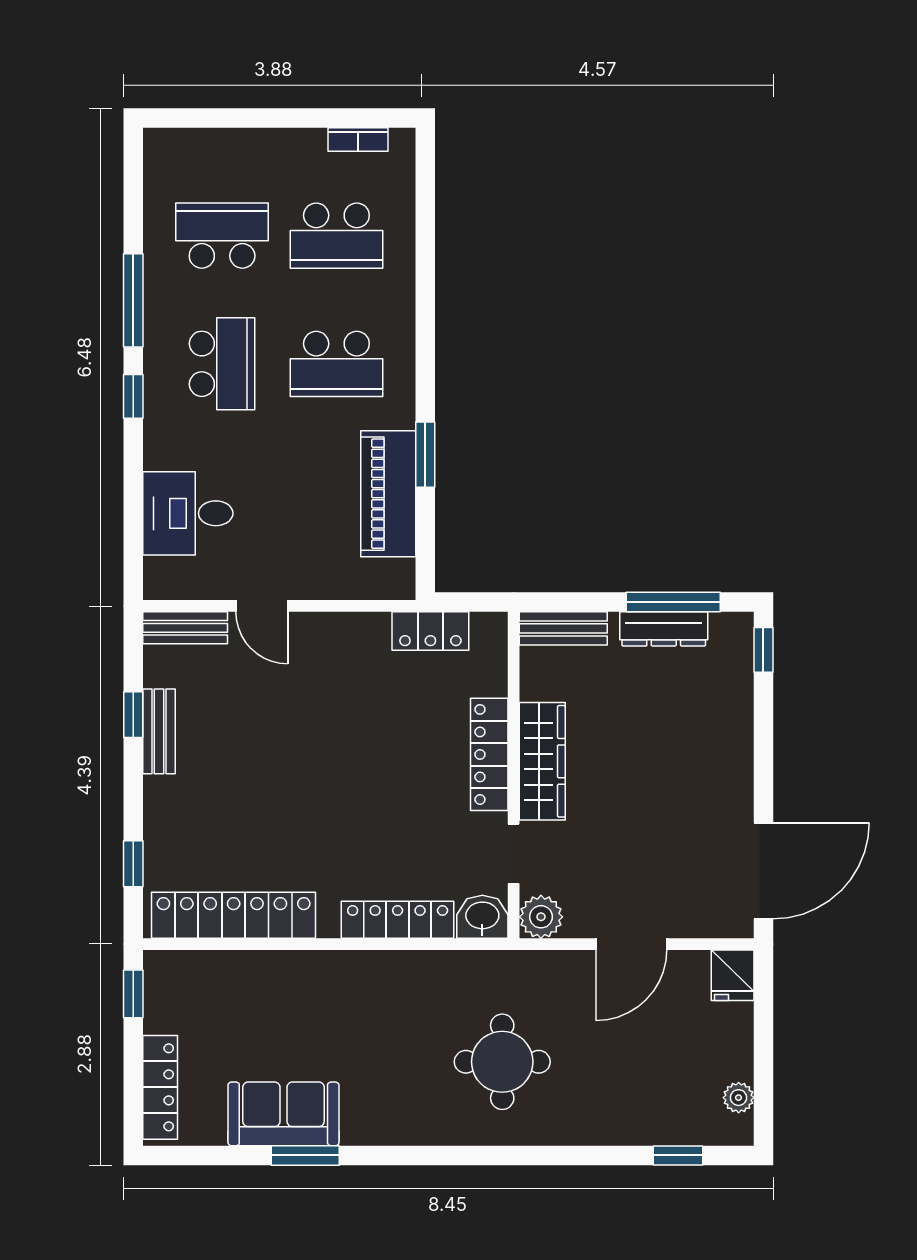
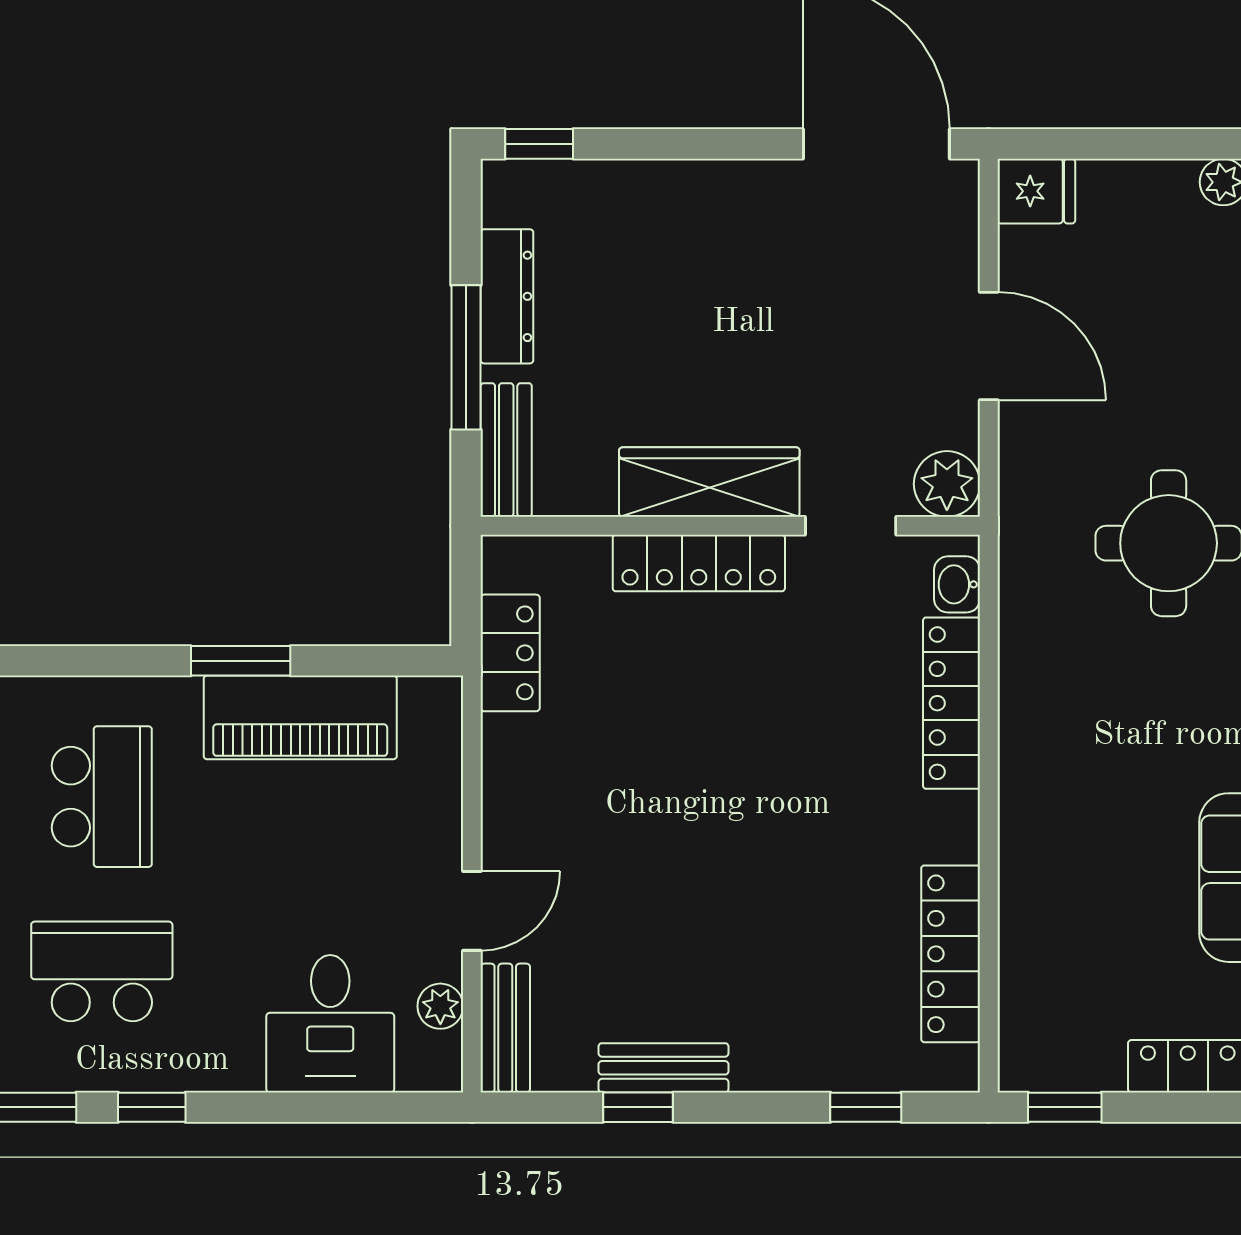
plant: (199, 585) -> (440, 1006), added
window: (673, 602) -> (466, 357), moved
locker: (234, 915) -> (951, 954), width x0.71, depth x0.83
washbasin: (482, 917) -> (957, 584), width x0.72, depth x0.69

